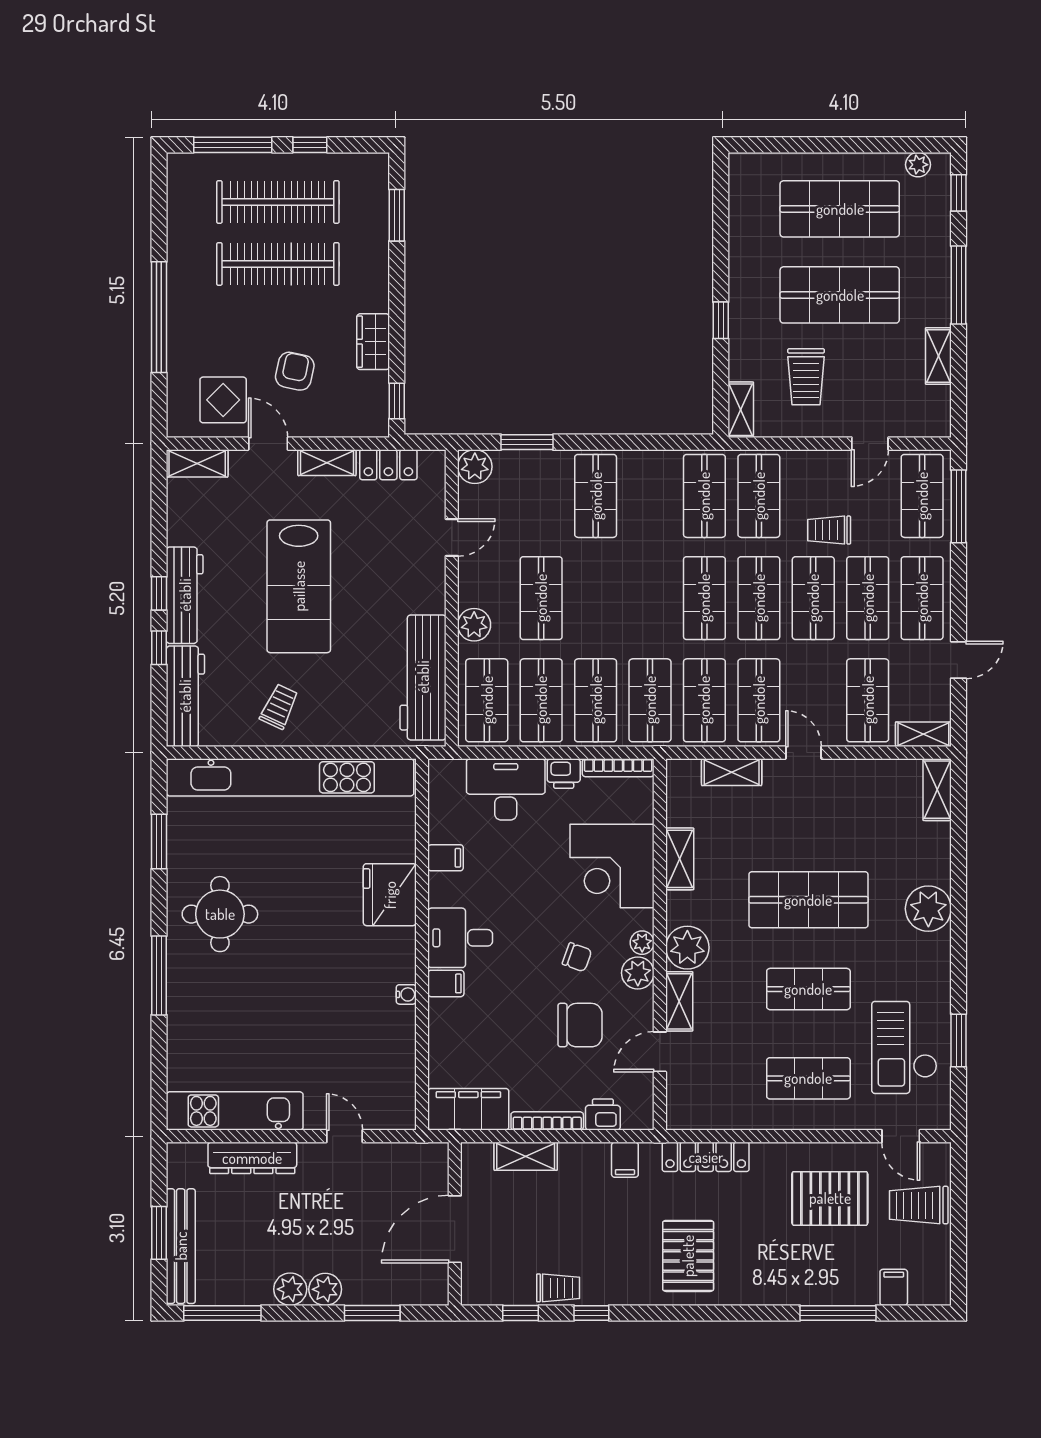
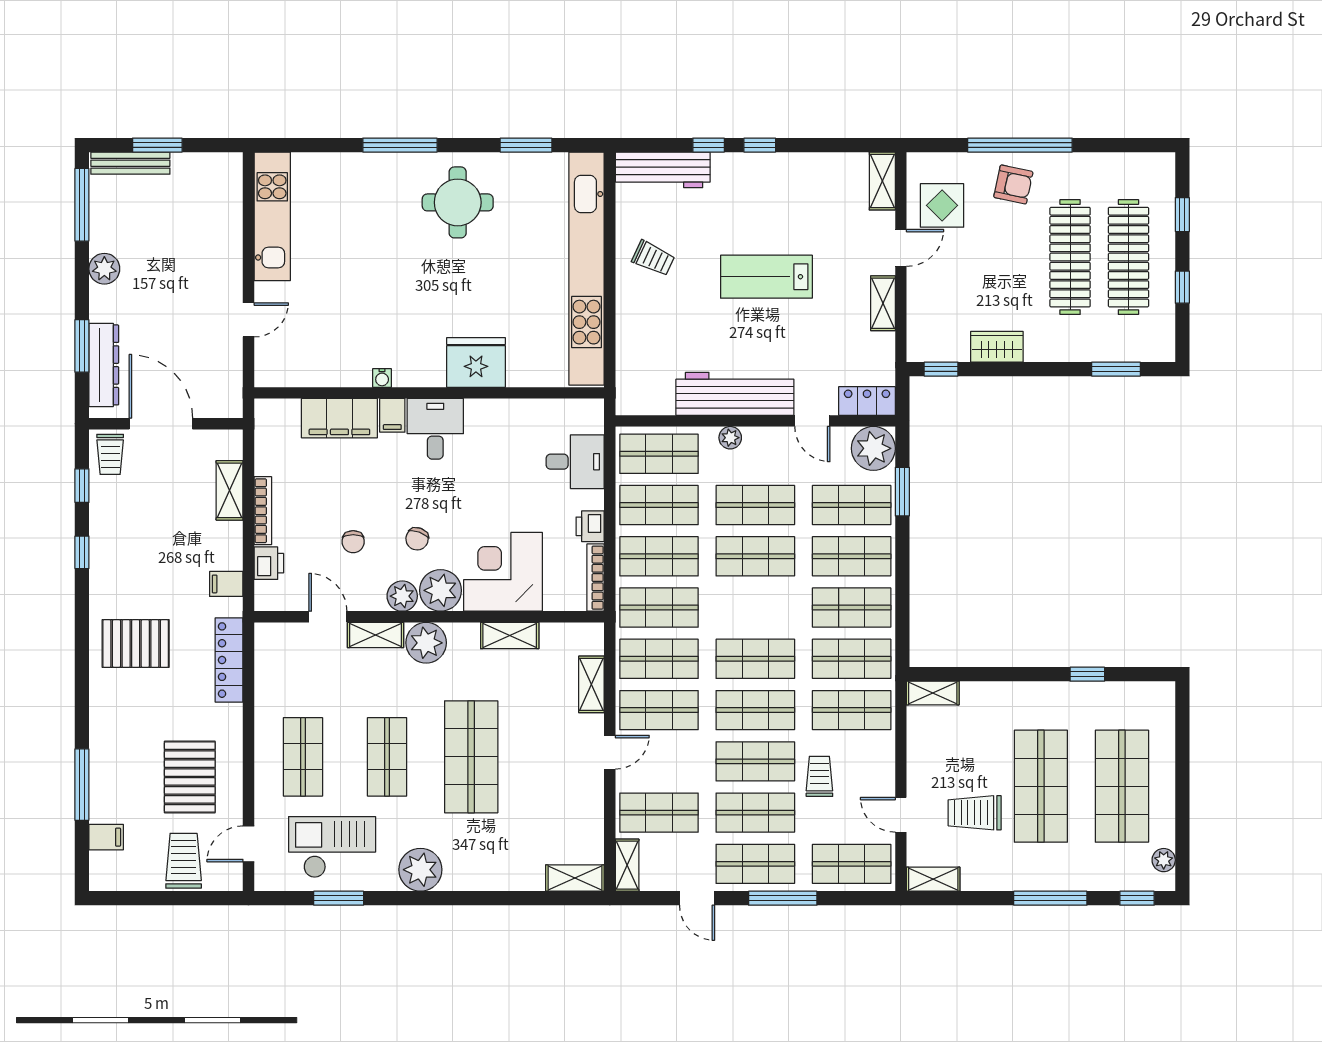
window: (233, 145) -> (1182, 215), width x0.46
window: (721, 320) -> (1087, 674), moved
shelving: (938, 356) -> (933, 879), moved
armchair: (295, 371) -> (1013, 184), moved
trolley: (806, 377) -> (975, 813), moved
locker: (388, 465) -> (867, 401), moved, turned 90
plant: (475, 467) -> (873, 448), width x1.36, depth x1.36
shop shelf: (541, 496) -> (852, 505), added
shop shelf: (650, 496) -> (852, 608), added
window: (959, 506) -> (783, 898), moved
lab bench: (299, 586) -> (766, 277), width x0.73, depth x0.72
workbench: (185, 595) -> (758, 169), removed
shop shelf: (596, 598) -> (755, 556), added
plant: (474, 625) -> (730, 438), width x0.73, depth x0.73
workbench: (423, 677) -> (735, 394), moved
desk: (506, 789) -> (575, 462), width x0.73
filing cabinet: (446, 858) -> (511, 415), removed
plant: (928, 909) -> (420, 870), moved
plant: (642, 943) -> (441, 590), width x1.87, depth x1.87
chair: (580, 1025) -> (353, 542), width x0.54, depth x0.54
filing cabinet: (468, 1109) -> (339, 418), moved, turned 90
dresser: (252, 1158) -> (104, 365), moved, turned 180
bench: (181, 1246) -> (130, 163), width x0.73, depth x0.82
trolley: (558, 1288) -> (110, 454), moved
plant: (325, 1289) -> (104, 302), removed

